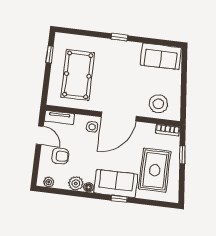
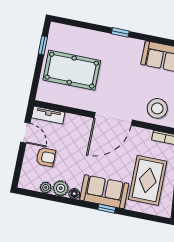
pool table: (78, 75) -> (72, 70), turned 90
side table: (92, 127) -> (83, 128), removed
plant: (49, 182) -> (46, 187), moved

